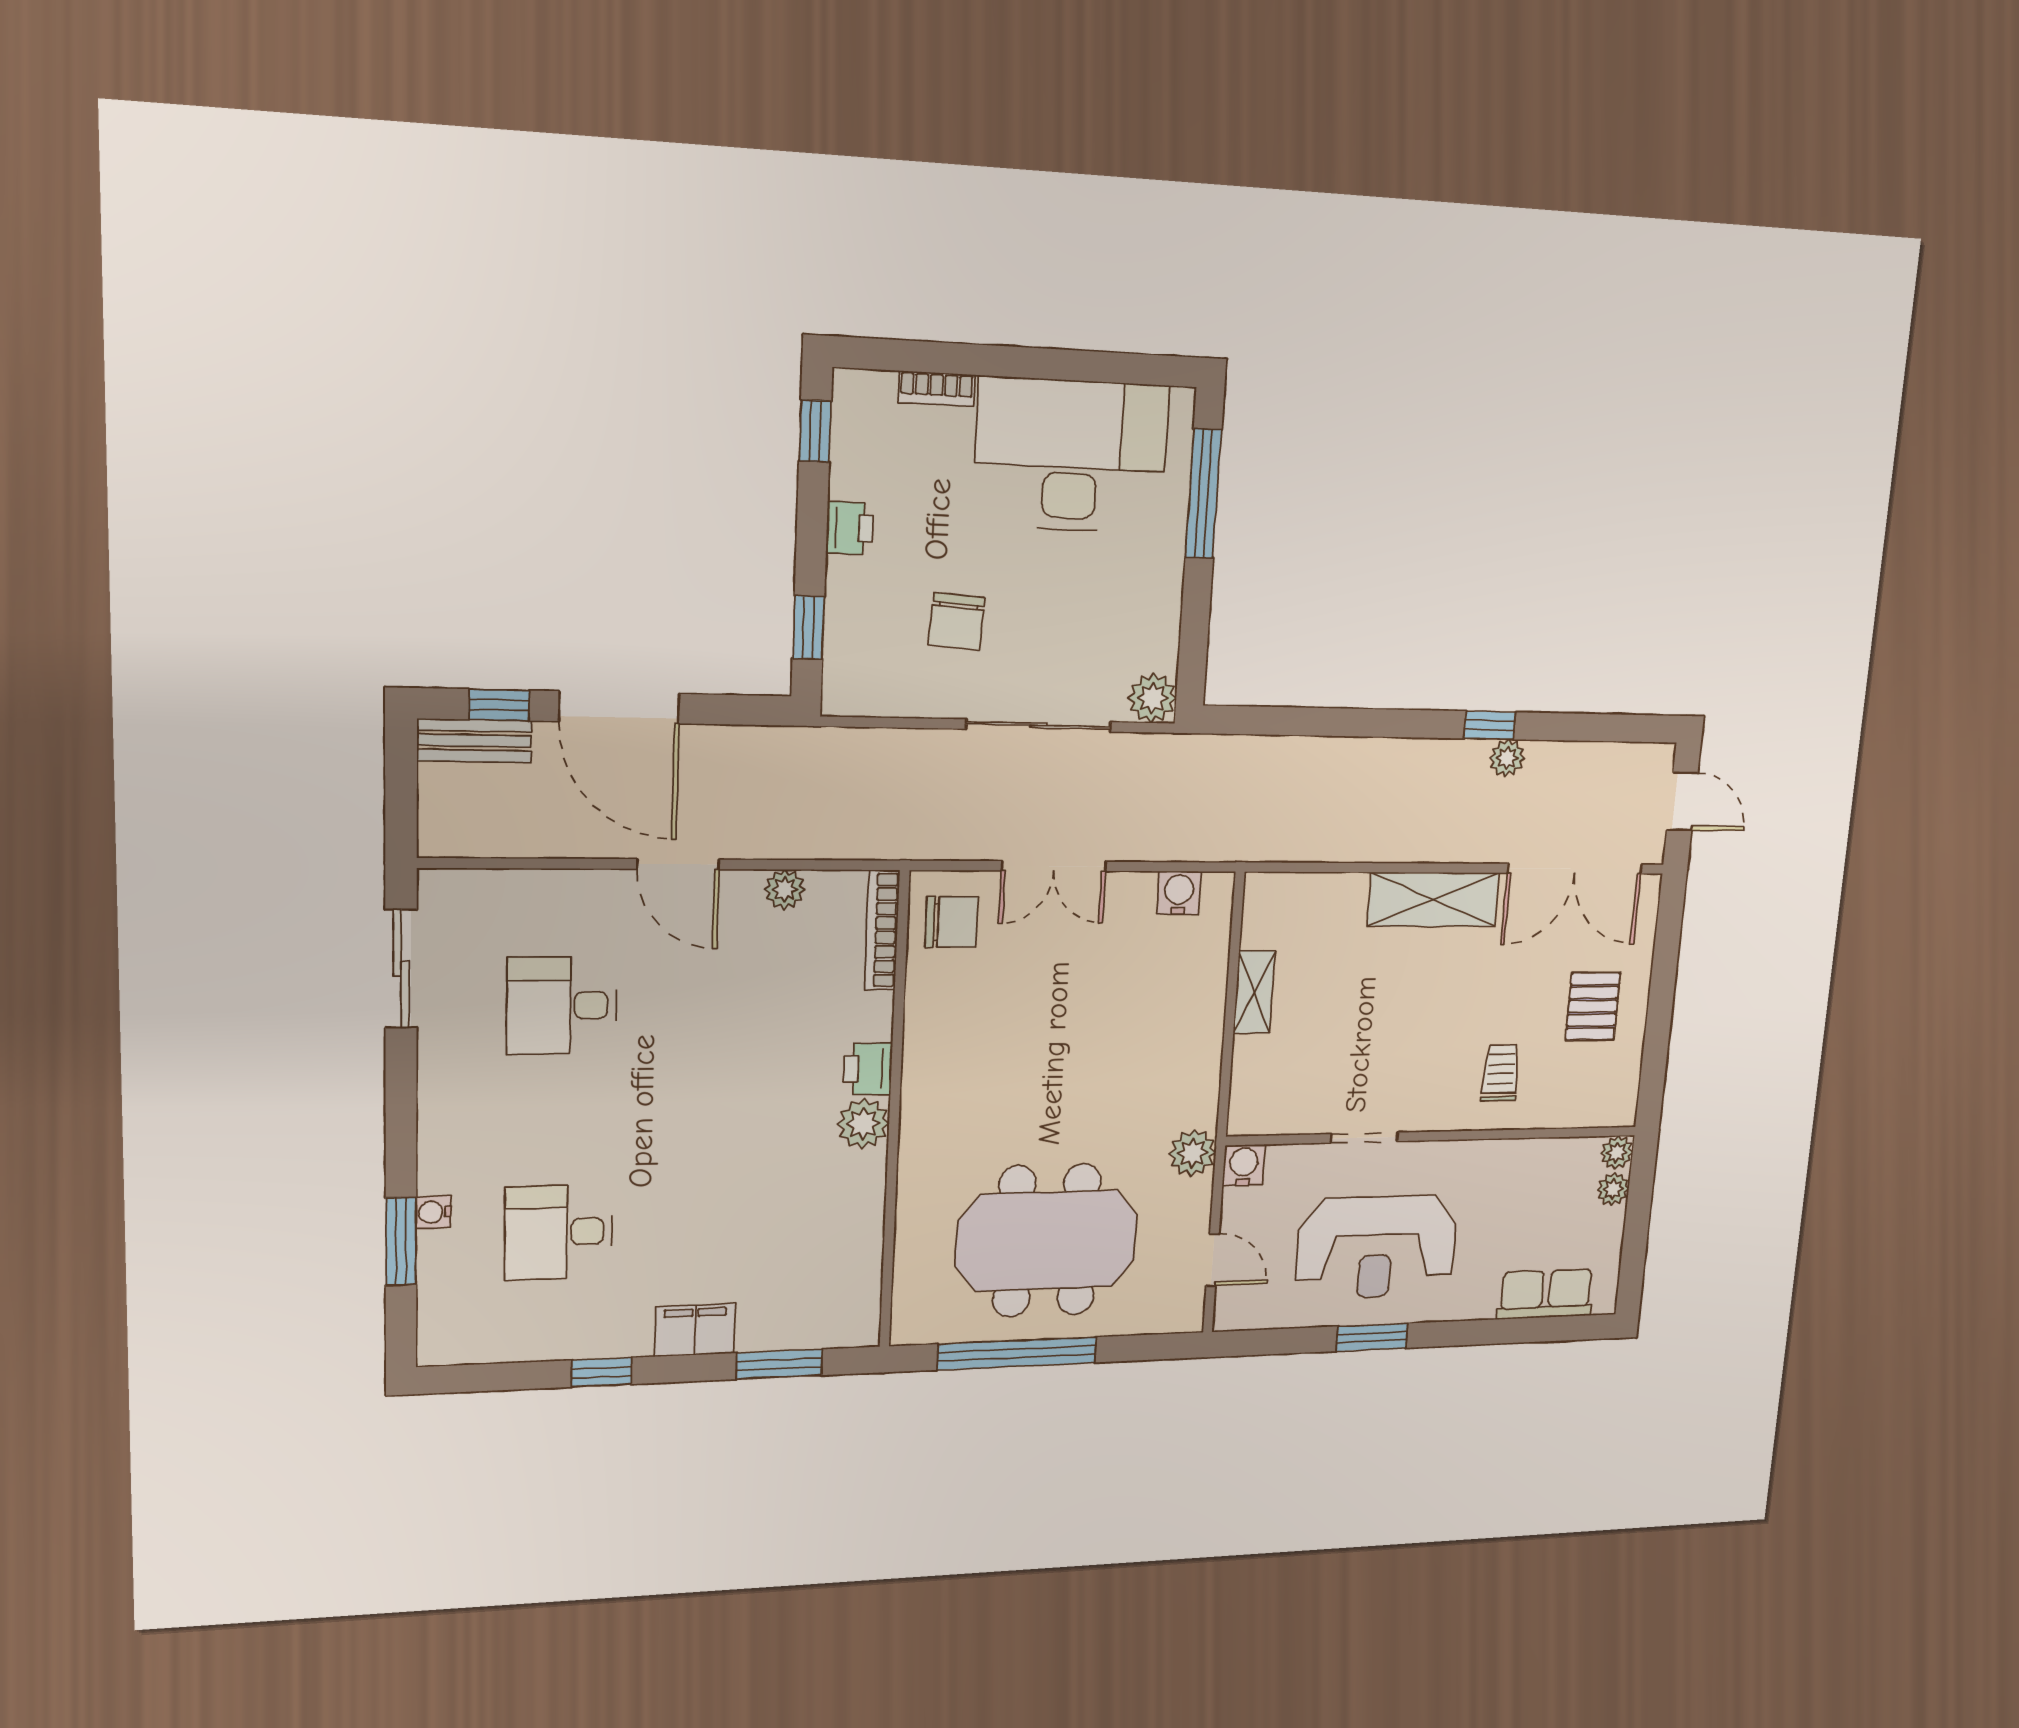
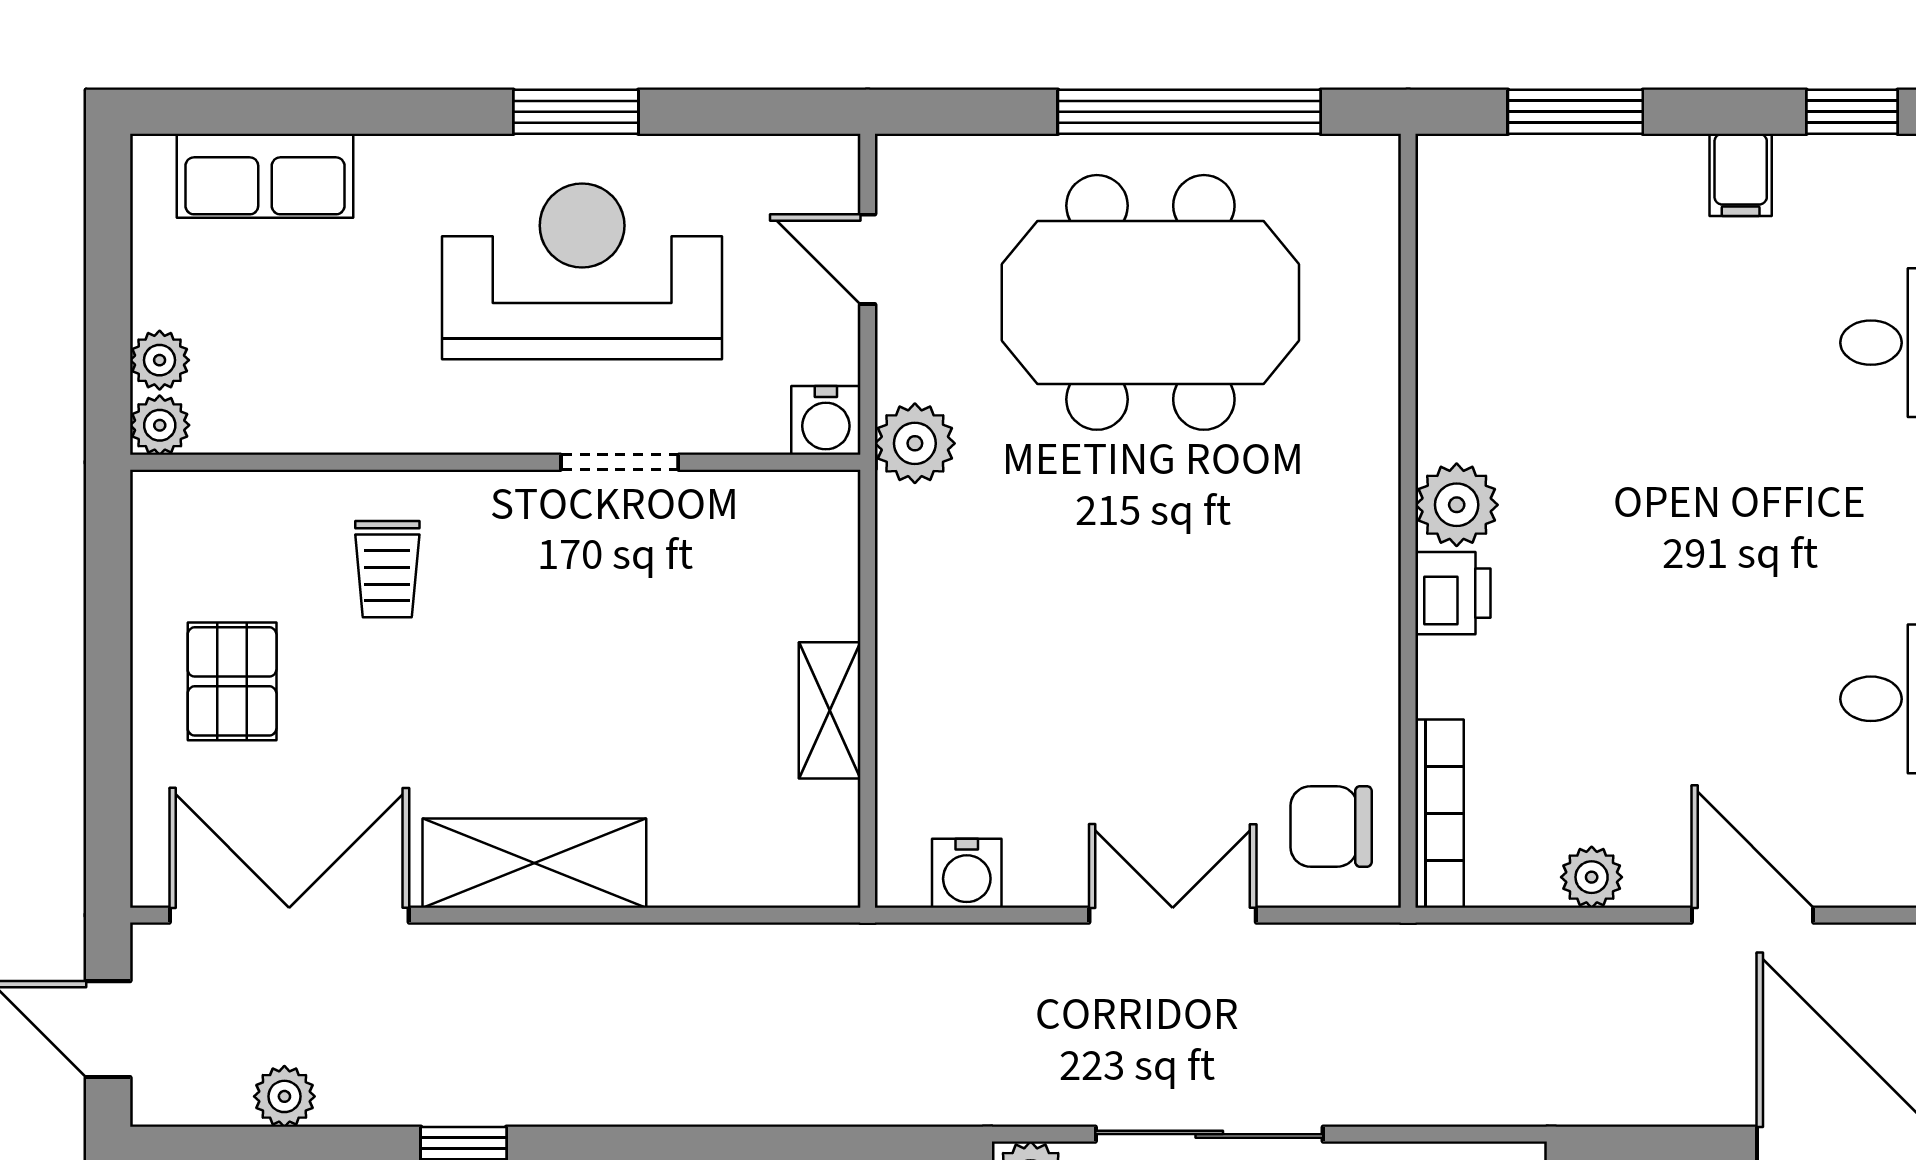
plant: (1507, 758) -> (284, 1096), moved
filing cabinet: (695, 1330) -> (1741, 175), width x0.50

